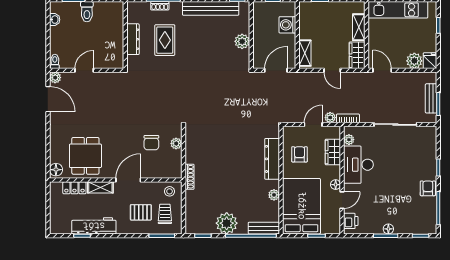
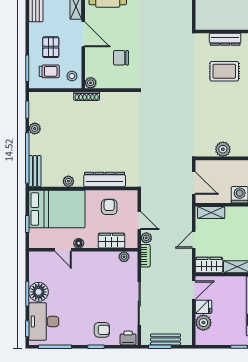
fridge: (430, 61) -> (204, 307), moved
plant: (176, 143) -> (91, 83), moved
armchair: (299, 154) -> (109, 207), turned -90
desk: (358, 165) -> (44, 321), moved, turned -90
armchair: (428, 188) -> (102, 330), moved
printer: (351, 221) -> (128, 338), moved, turned 180
plant: (227, 223) -> (35, 129), width x0.53, depth x0.53
floor lamp: (388, 229) -> (39, 292), width x1.89, depth x1.89

